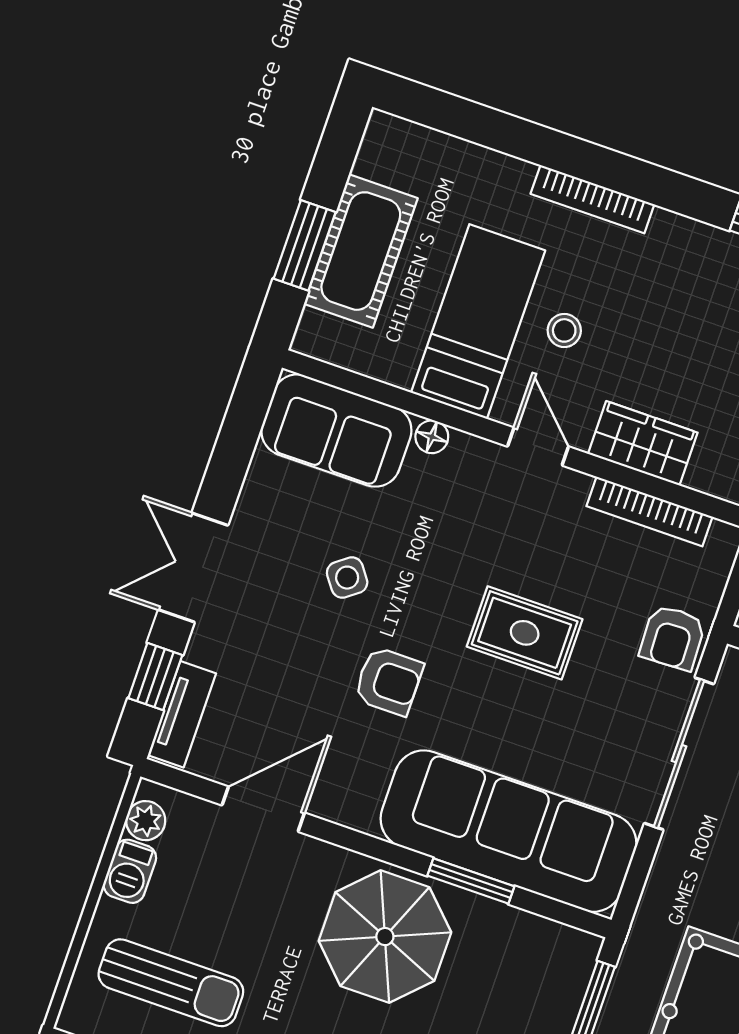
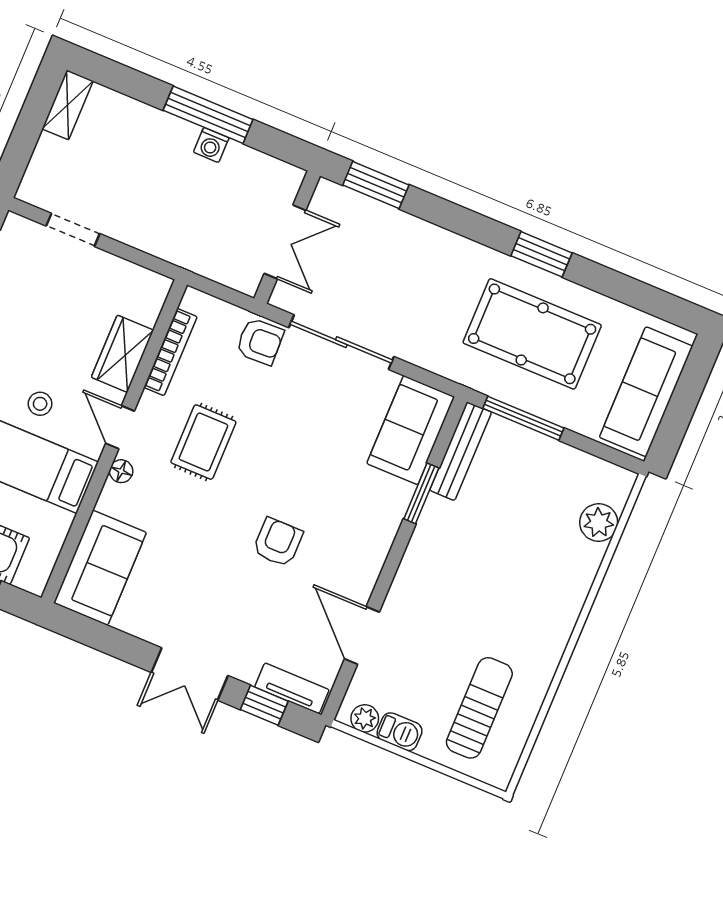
floor lamp: (432, 437) -> (121, 471), moved
door: (538, 446) -> (120, 427), hinge flipped
side table: (347, 578) -> (203, 567), removed
rug: (525, 633) -> (203, 442), moved
sofa: (508, 831) -> (411, 430), width x0.54, depth x0.79
bench: (534, 933) -> (461, 451), added
parasol: (385, 937) -> (456, 556), removed

